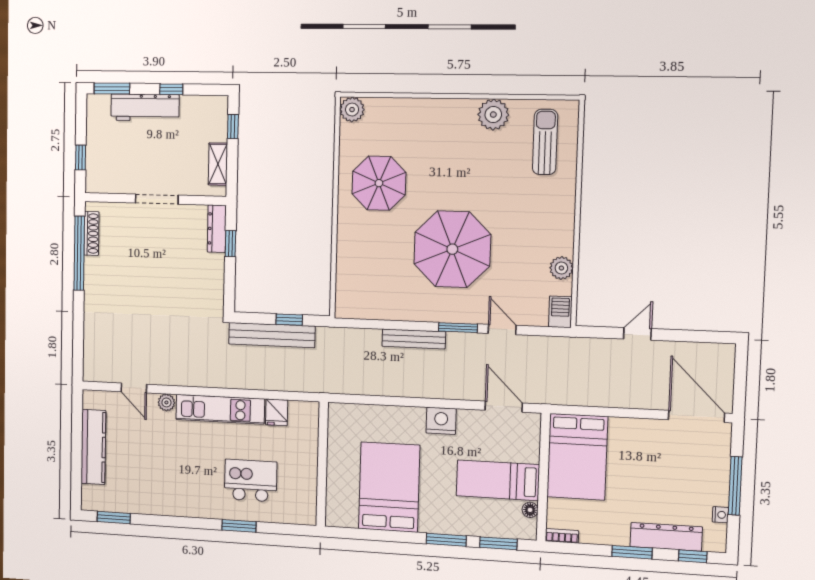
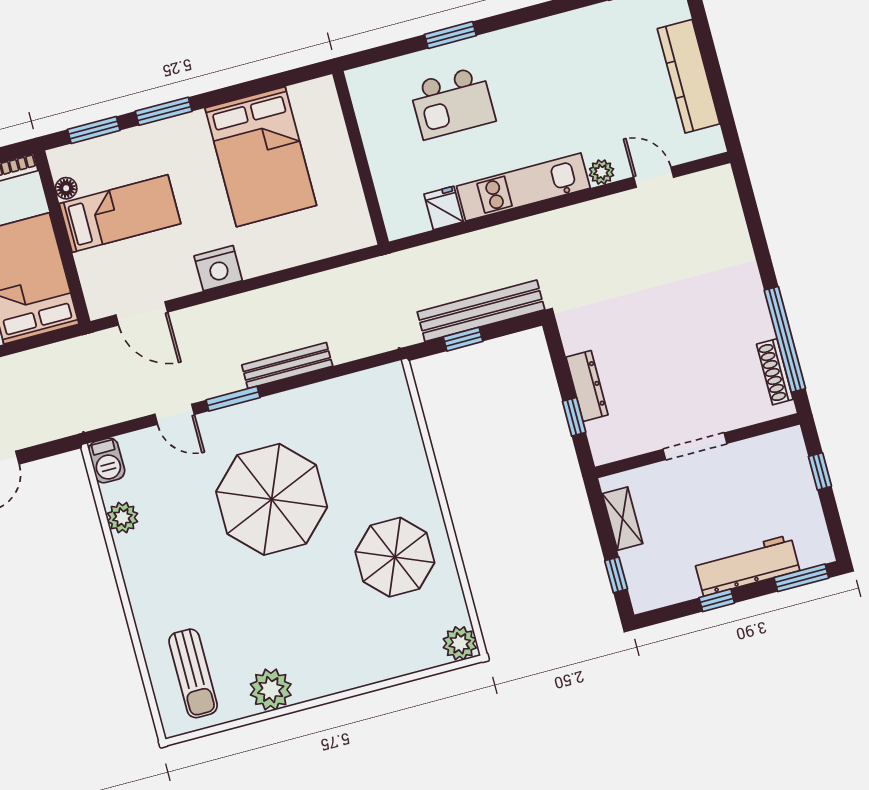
dresser: (217, 229) -> (587, 386), moved

